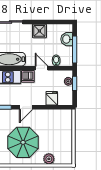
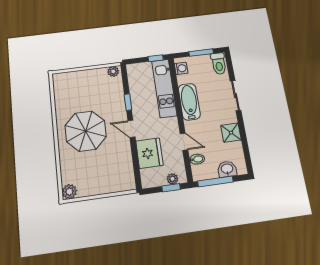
door: (41, 68) -> (184, 142), hinge flipped
dishwasher: (28, 76) -> (171, 126), removed
fridge: (52, 98) -> (149, 153), width x1.88, depth x1.34
plant: (49, 159) -> (69, 192), moved

